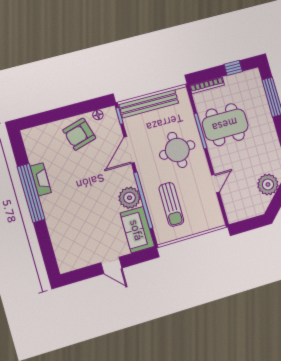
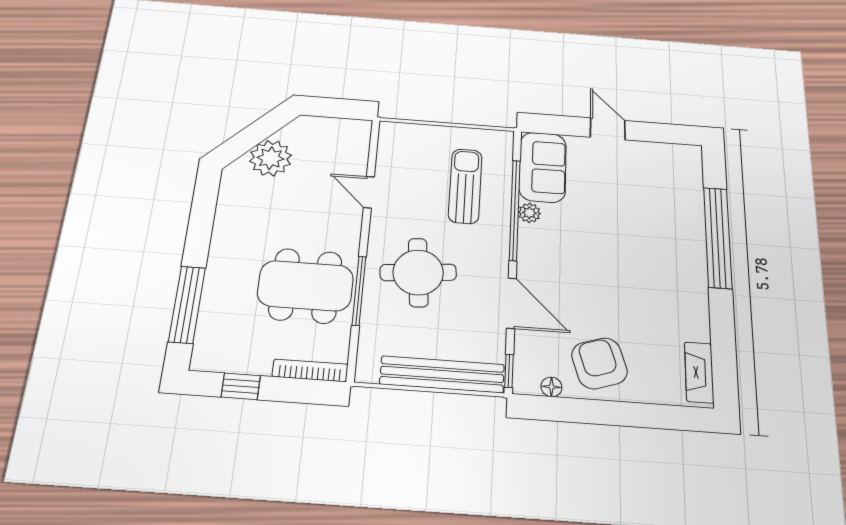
armchair: (79, 134) -> (599, 363), turned -92
door: (129, 150) -> (511, 303), hinge flipped
fireplace: (41, 179) -> (699, 372), moved
door: (215, 184) -> (369, 192), hinge flipped
window: (31, 193) -> (718, 237), moved
plant: (130, 198) -> (529, 213), width x0.53, depth x0.53

